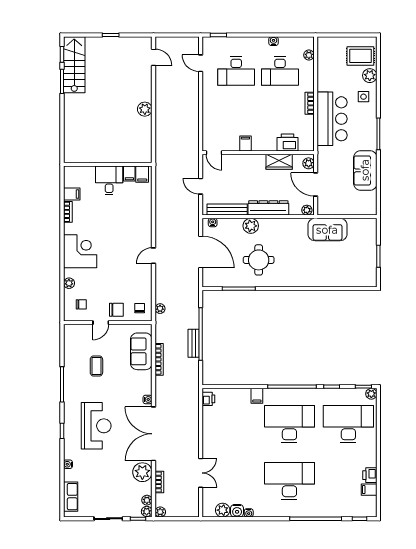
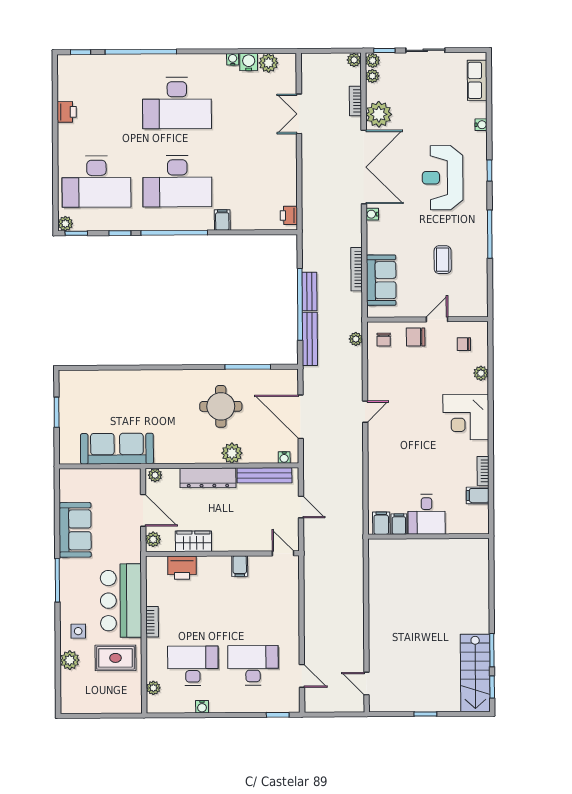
rug: (360, 56) -> (115, 658), moved
plant: (145, 109) -> (378, 612), removed
sofa: (327, 230) -> (117, 449), width x1.36
bench: (194, 309) -> (310, 339), added
filing cabinet: (369, 490) -> (68, 92), removed

